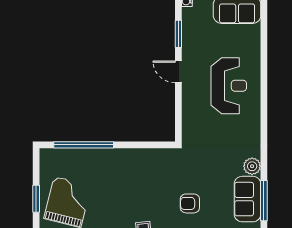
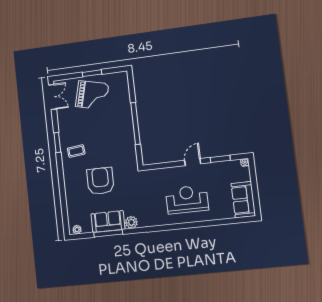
reception desk: (229, 86) -> (187, 199), turned 180
window: (84, 145) -> (135, 123), moved
armchair: (190, 203) -> (100, 181), width x1.88, depth x1.88

